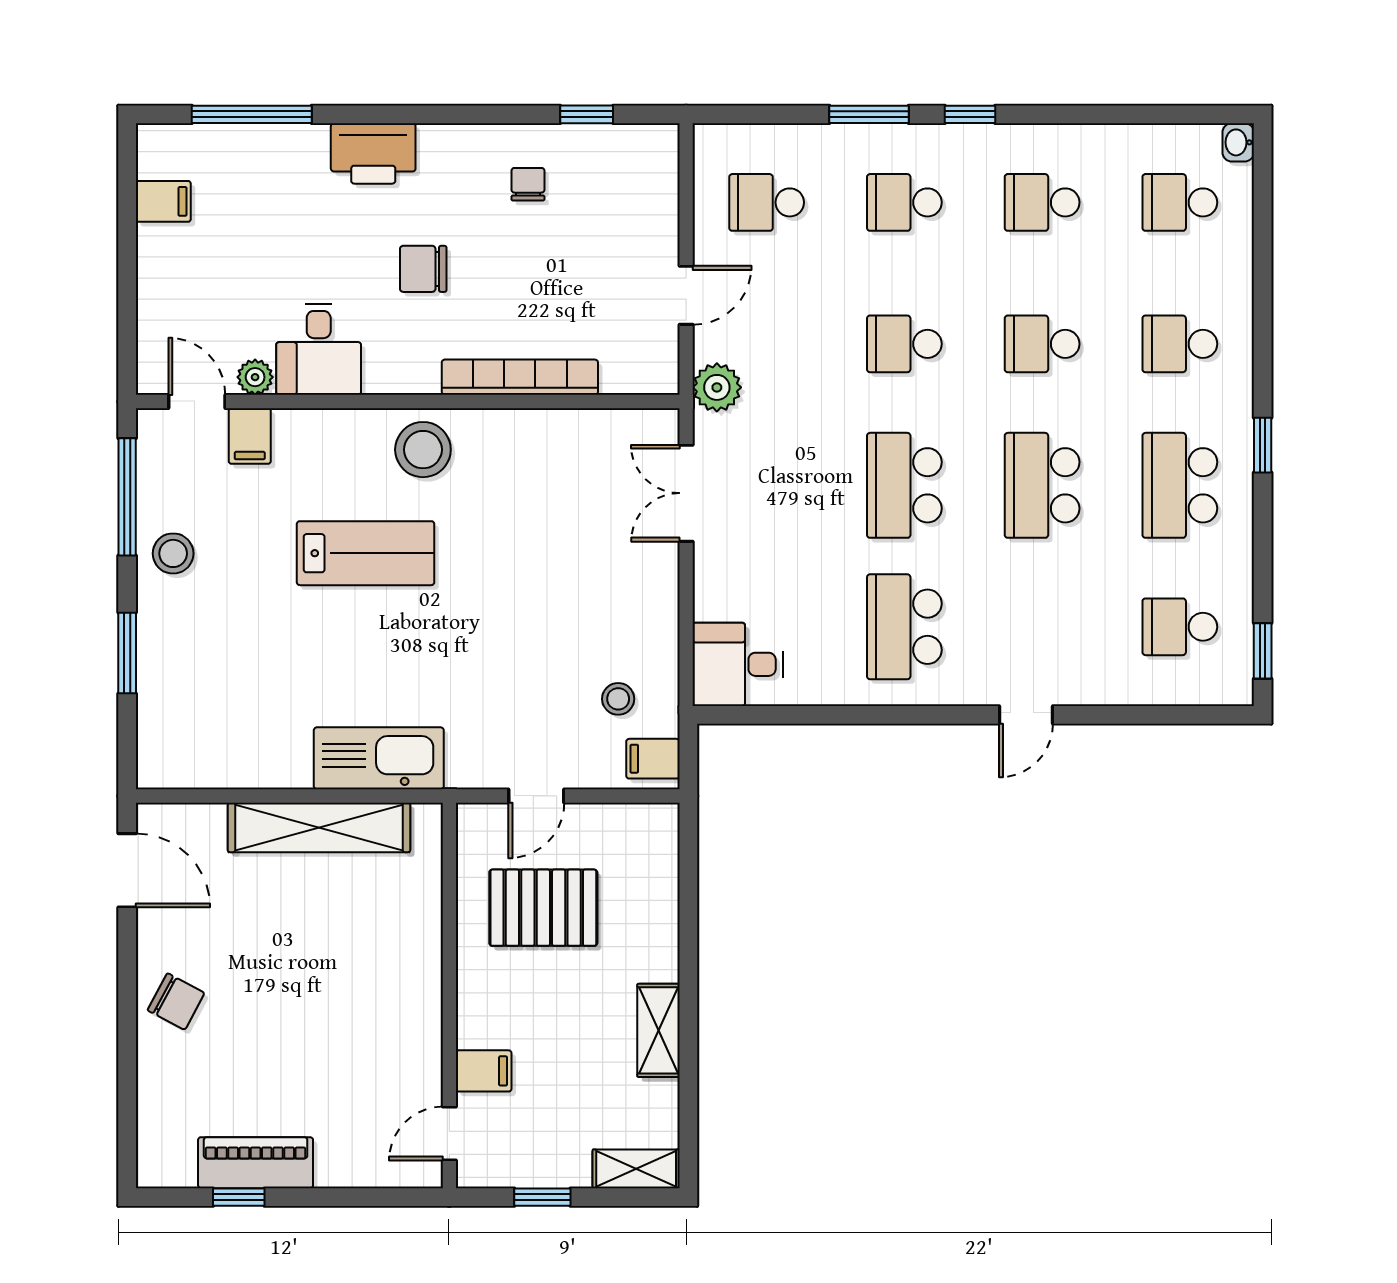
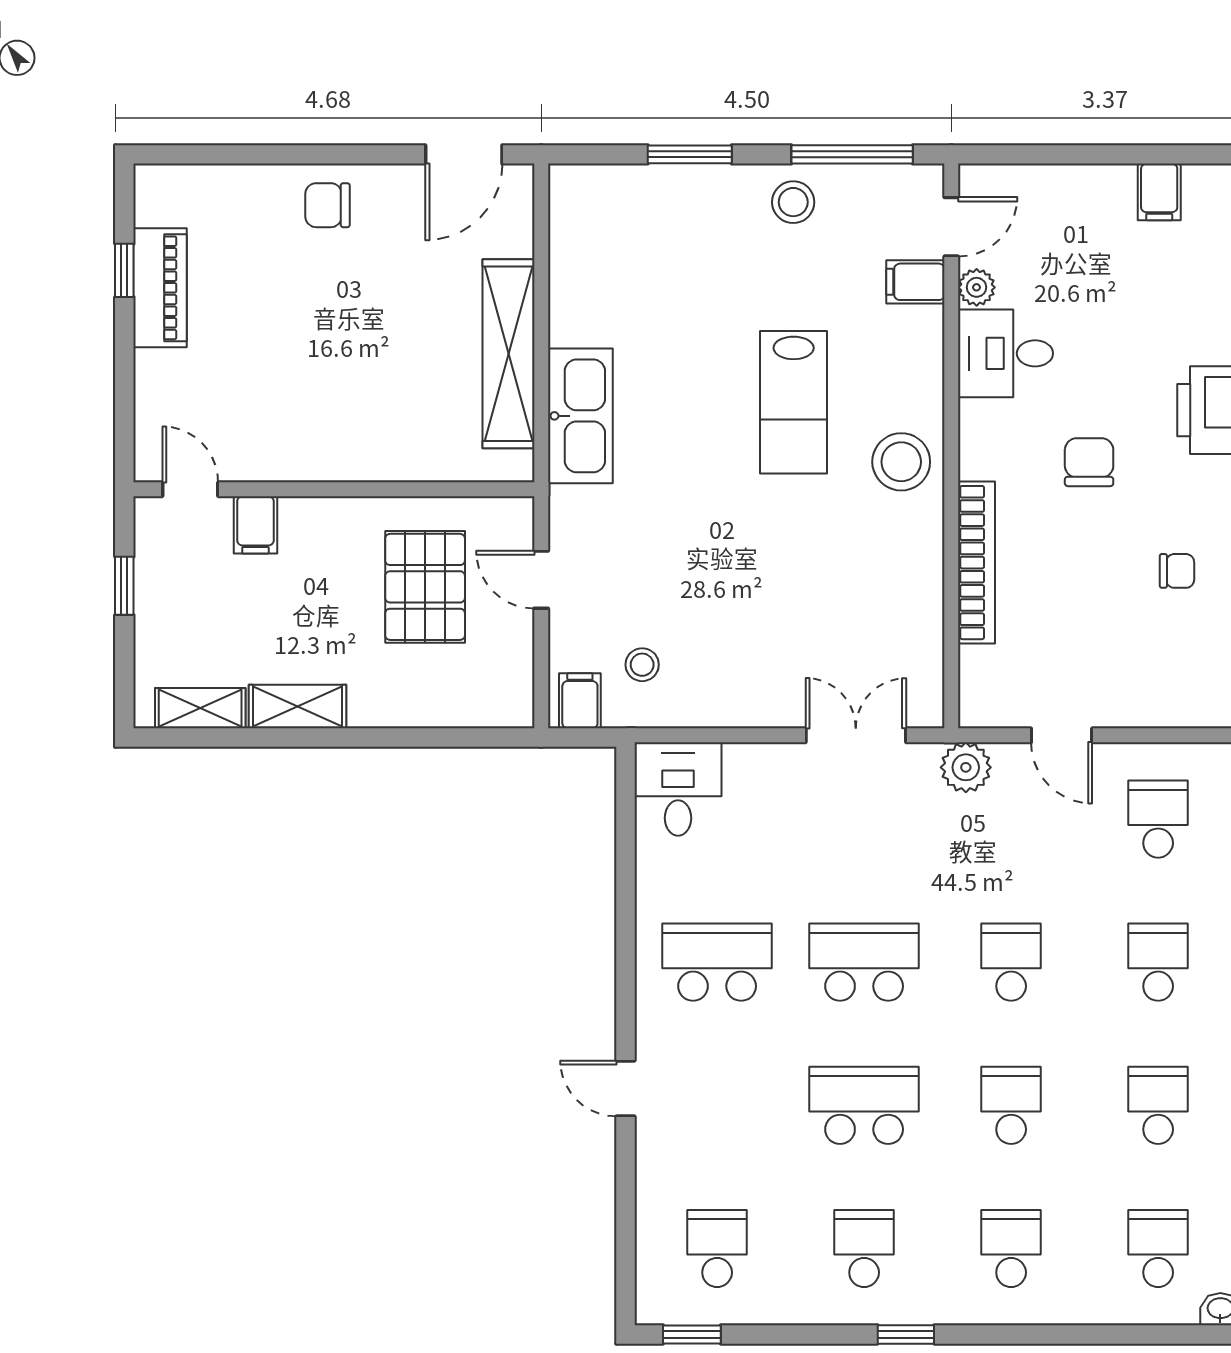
school desk: (1180, 485) -> (864, 1248), width x0.54
chair: (176, 1002) -> (328, 205), turned 62
shelving: (636, 1169) -> (200, 708), moved, turned 90

